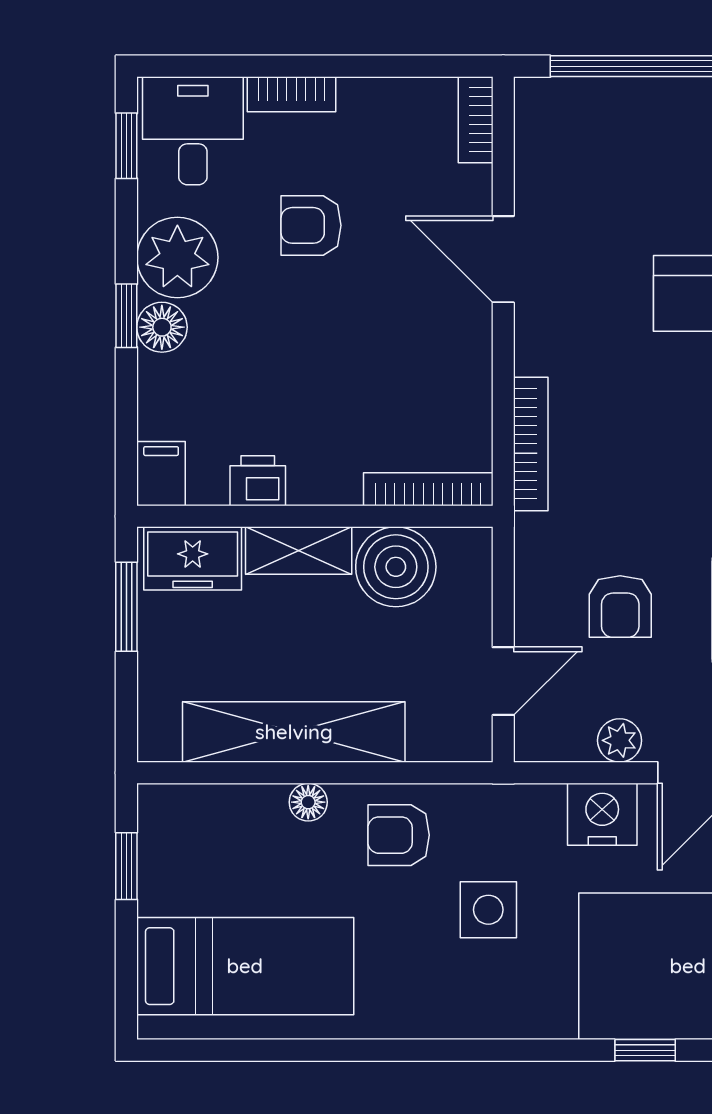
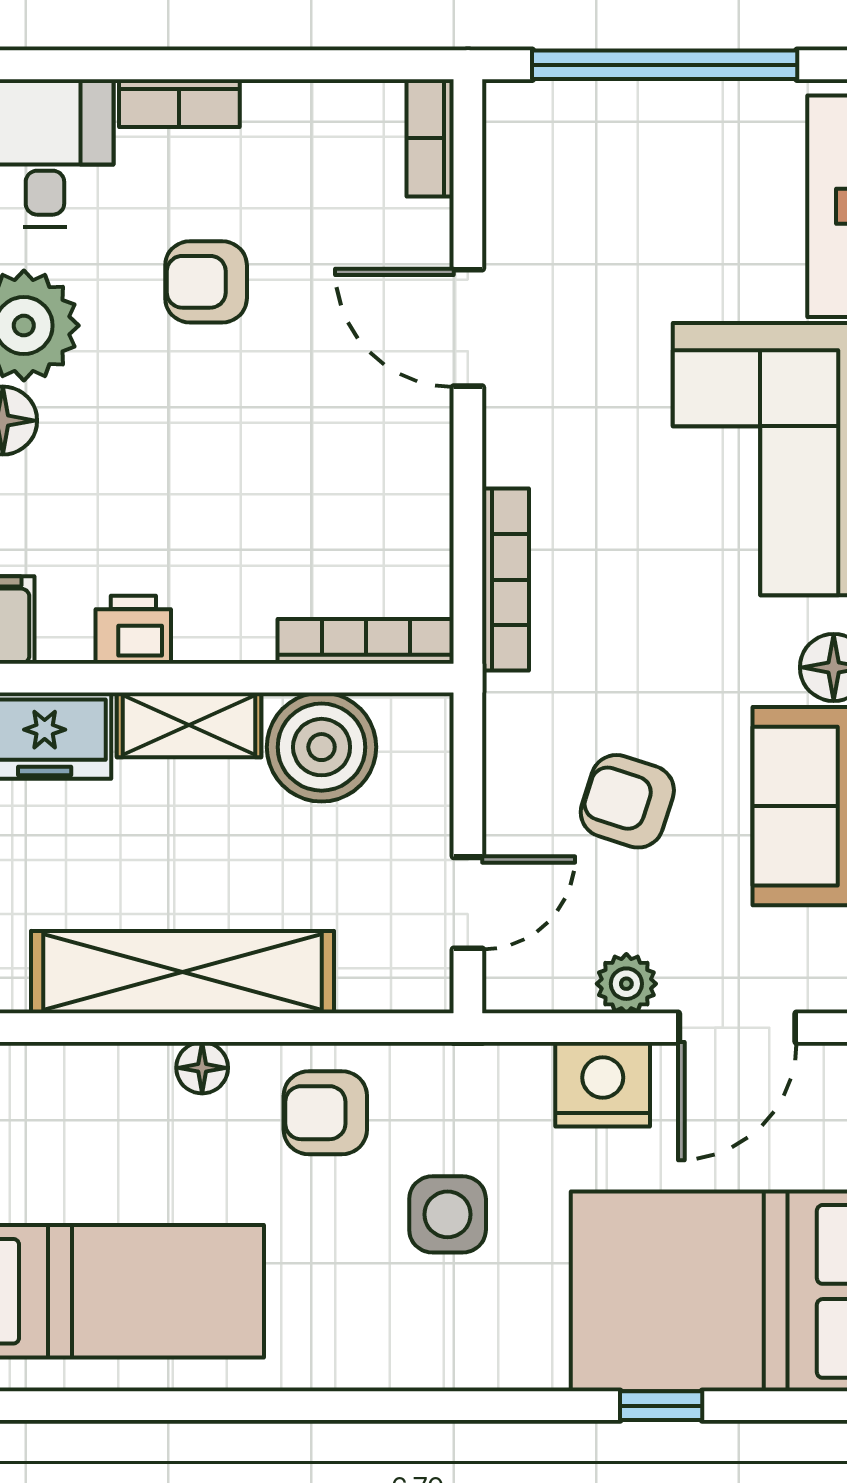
armchair: (620, 607) -> (627, 801), turned 108

